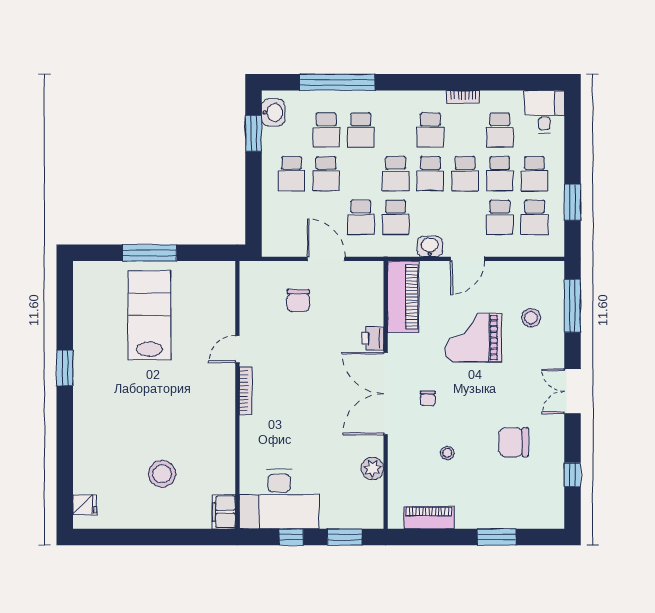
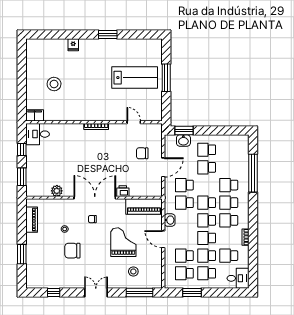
washbasin: (273, 113) -> (183, 140), moved
school desk: (326, 130) -> (229, 203), moved
window: (254, 133) -> (184, 131), moved
door: (237, 349) -> (134, 122), moved
chair: (514, 442) -> (72, 251), moved, turned -90
desk: (279, 499) -> (38, 134), width x0.53, depth x0.77
fridge: (85, 505) -> (73, 45), moved

